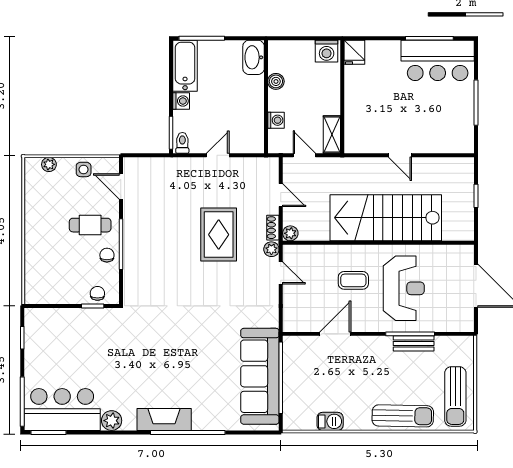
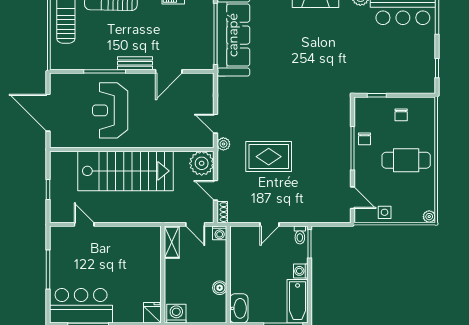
washing machine: (276, 120) -> (220, 233), moved, turned -90
door: (400, 155) -> (84, 224), moved
plant: (49, 164) -> (429, 217), moved
cafe table: (90, 225) -> (406, 160), moved, width x1.37, depth x1.35
shoe rack: (273, 228) -> (222, 212), moved
plant: (290, 233) -> (202, 163), width x1.87, depth x1.87
rug: (219, 235) -> (269, 157), turned 90
coffee table: (353, 280) -> (153, 117), removed
chair: (97, 293) -> (401, 115), moved
bench: (414, 343) -> (135, 63), moved

